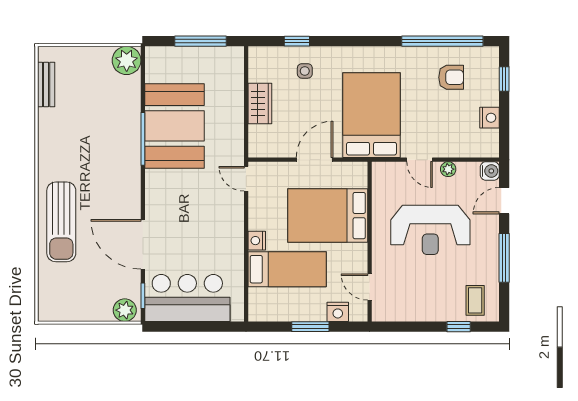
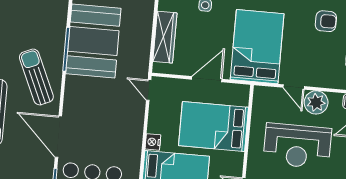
wardrobe: (260, 103) -> (165, 37), width x1.50
plant: (448, 169) -> (316, 102), width x1.87, depth x1.87
sun lounger: (110, 175) -> (36, 77), added

